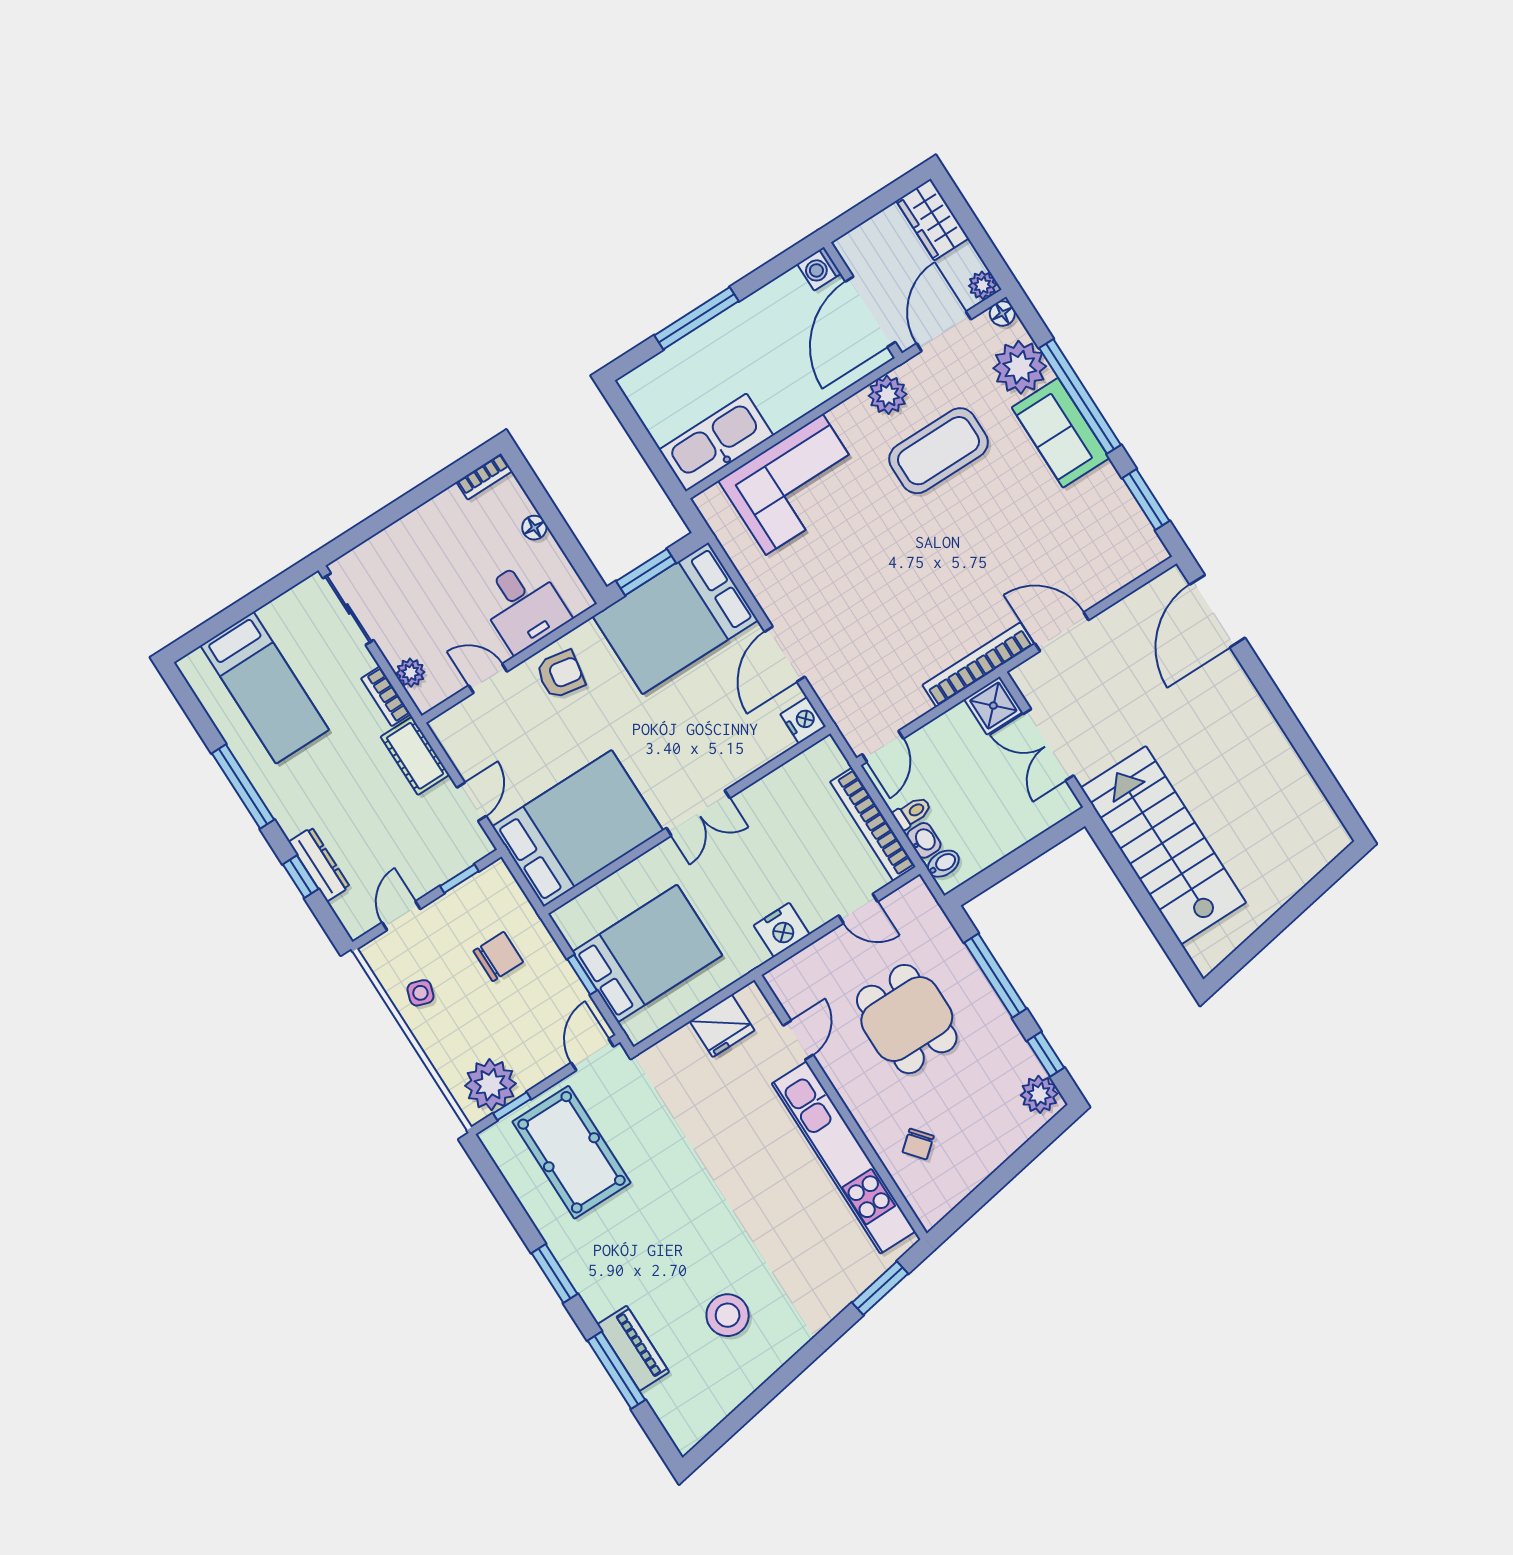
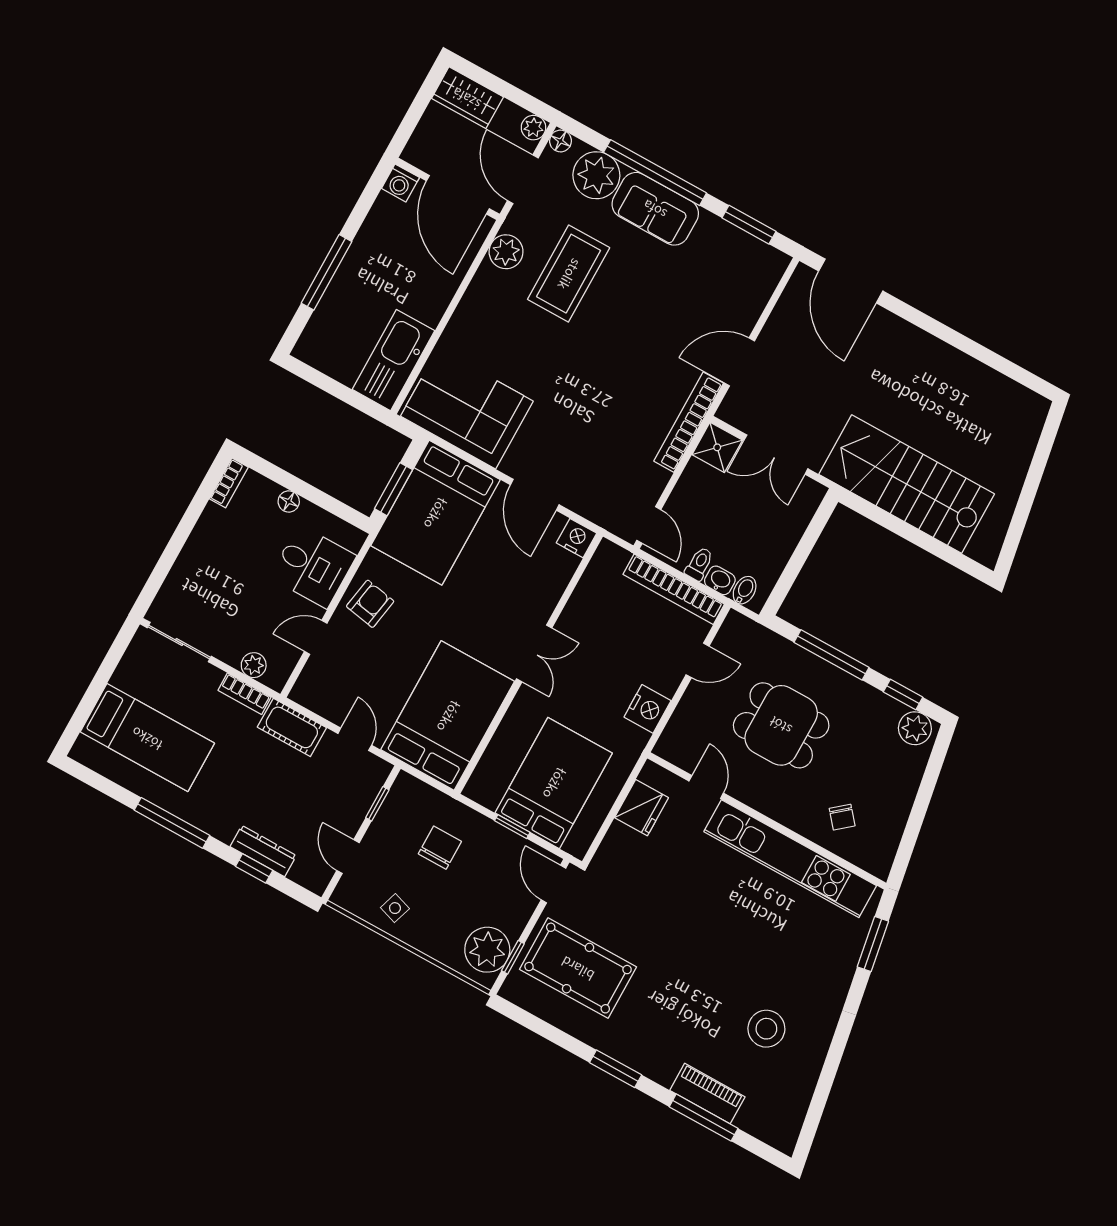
corner sofa: (794, 484) -> (467, 409), moved, turned -90

